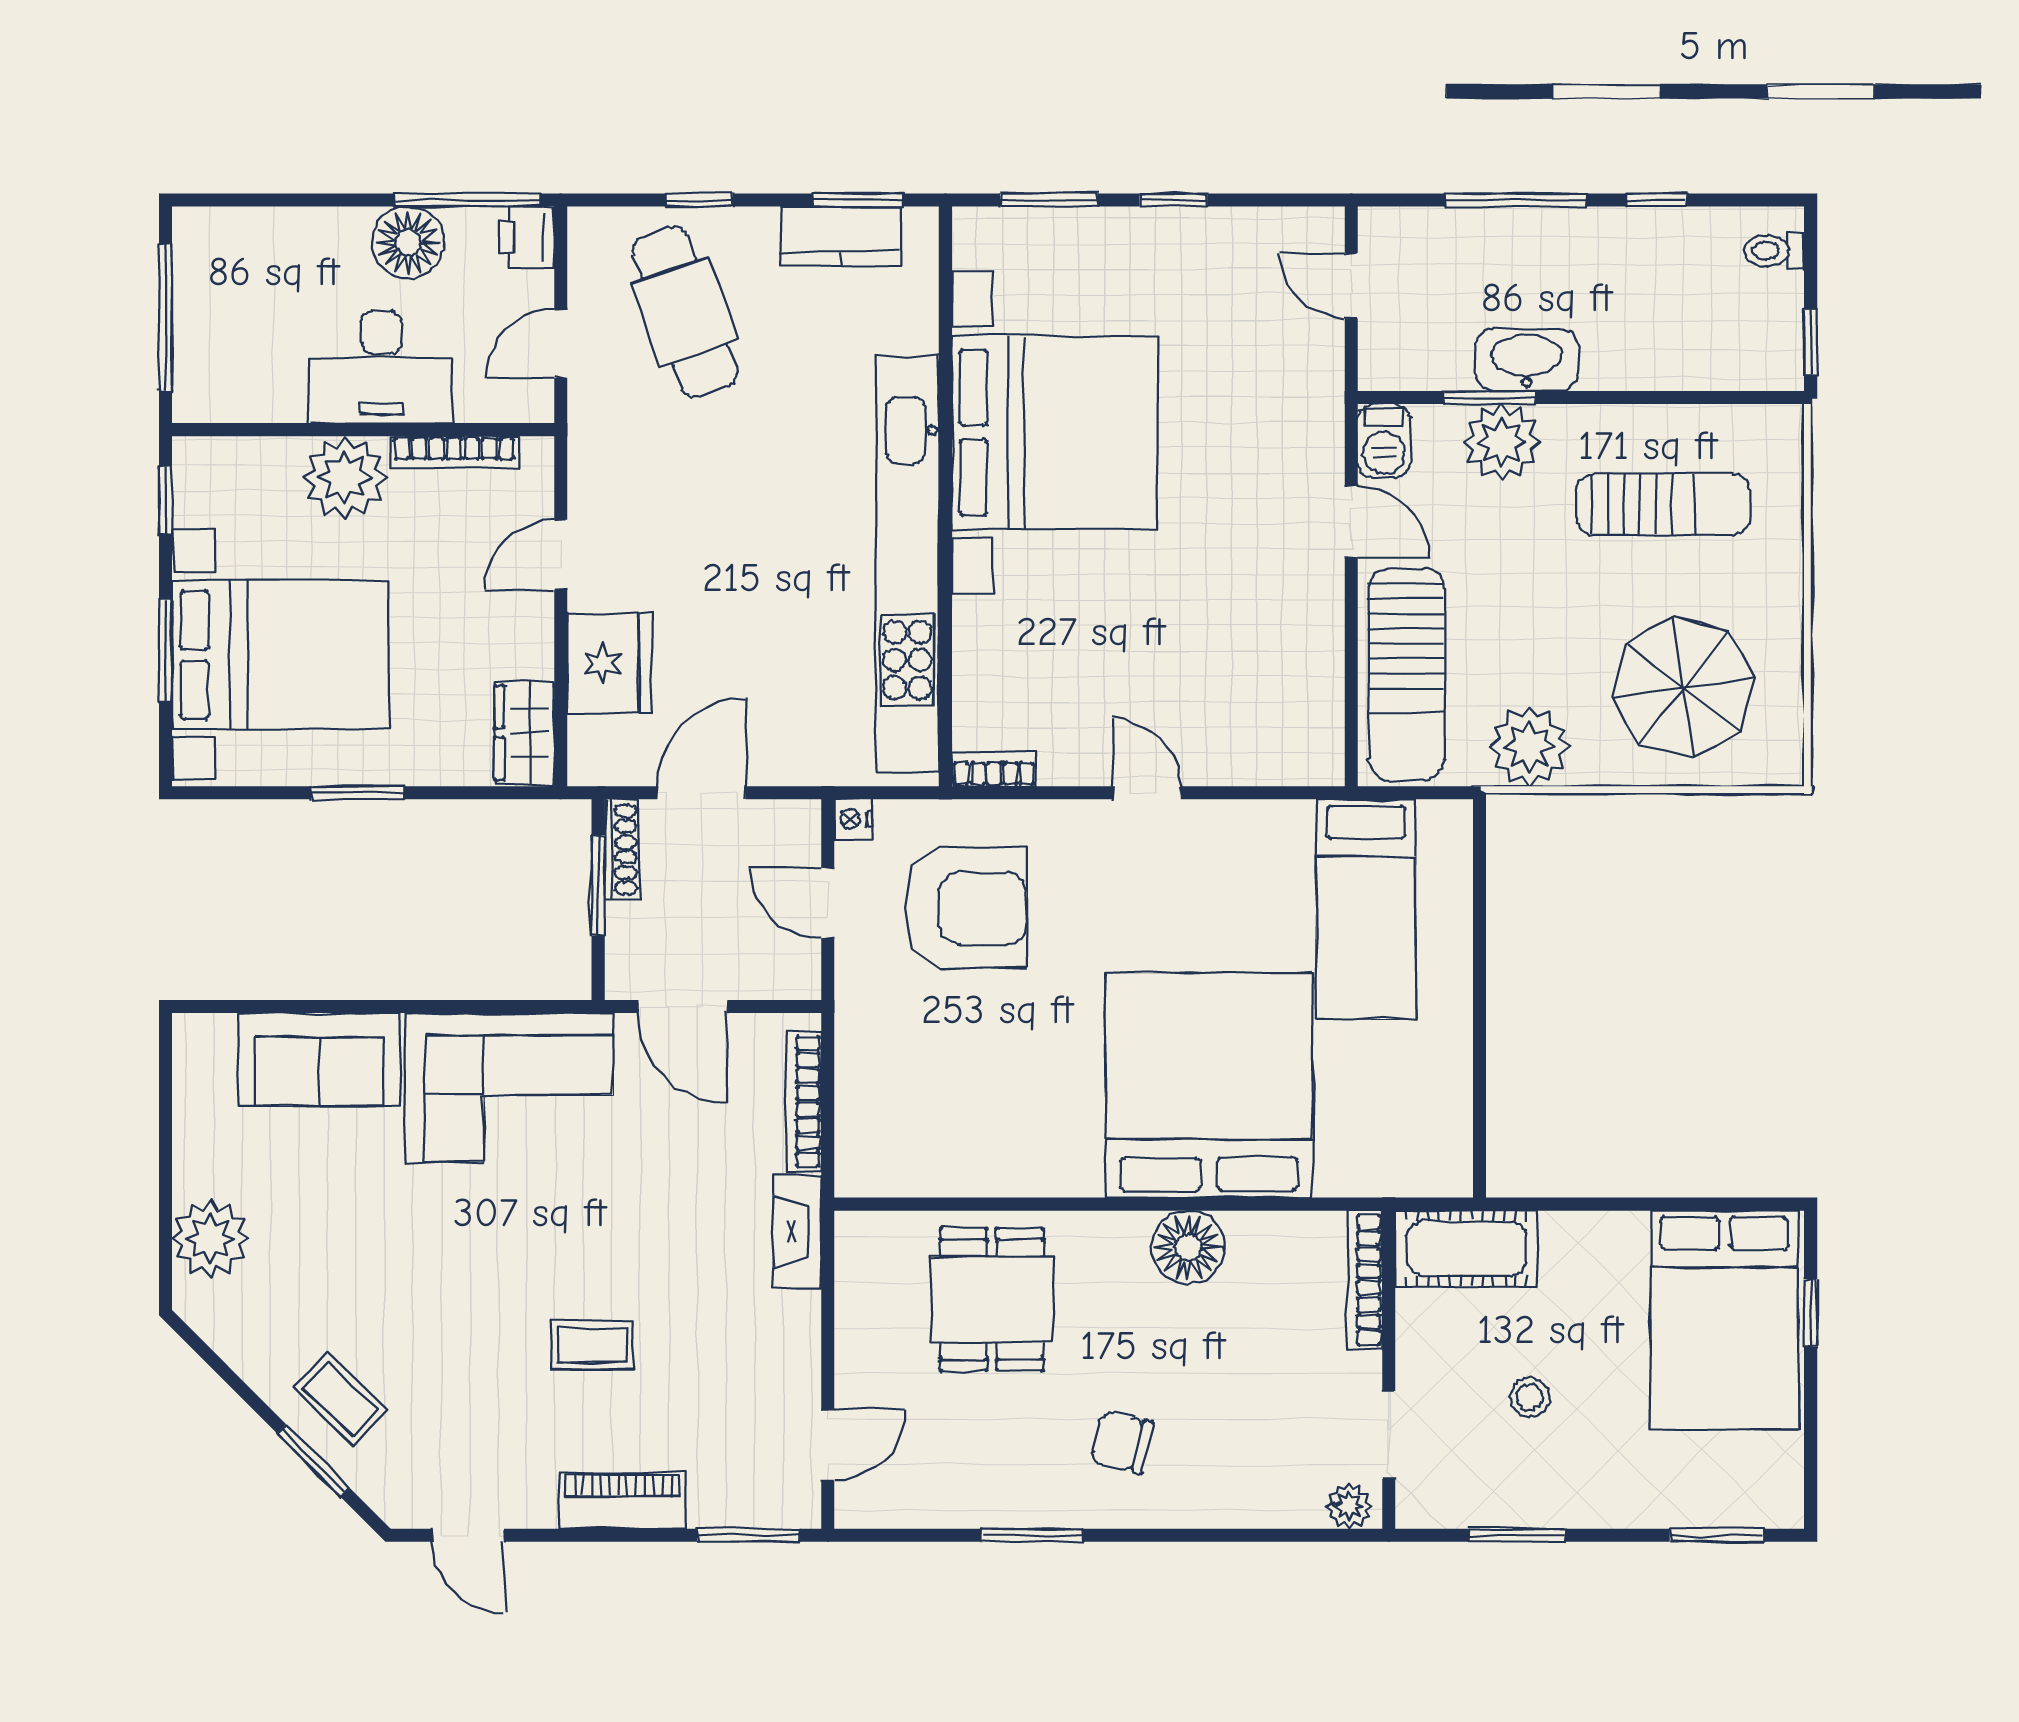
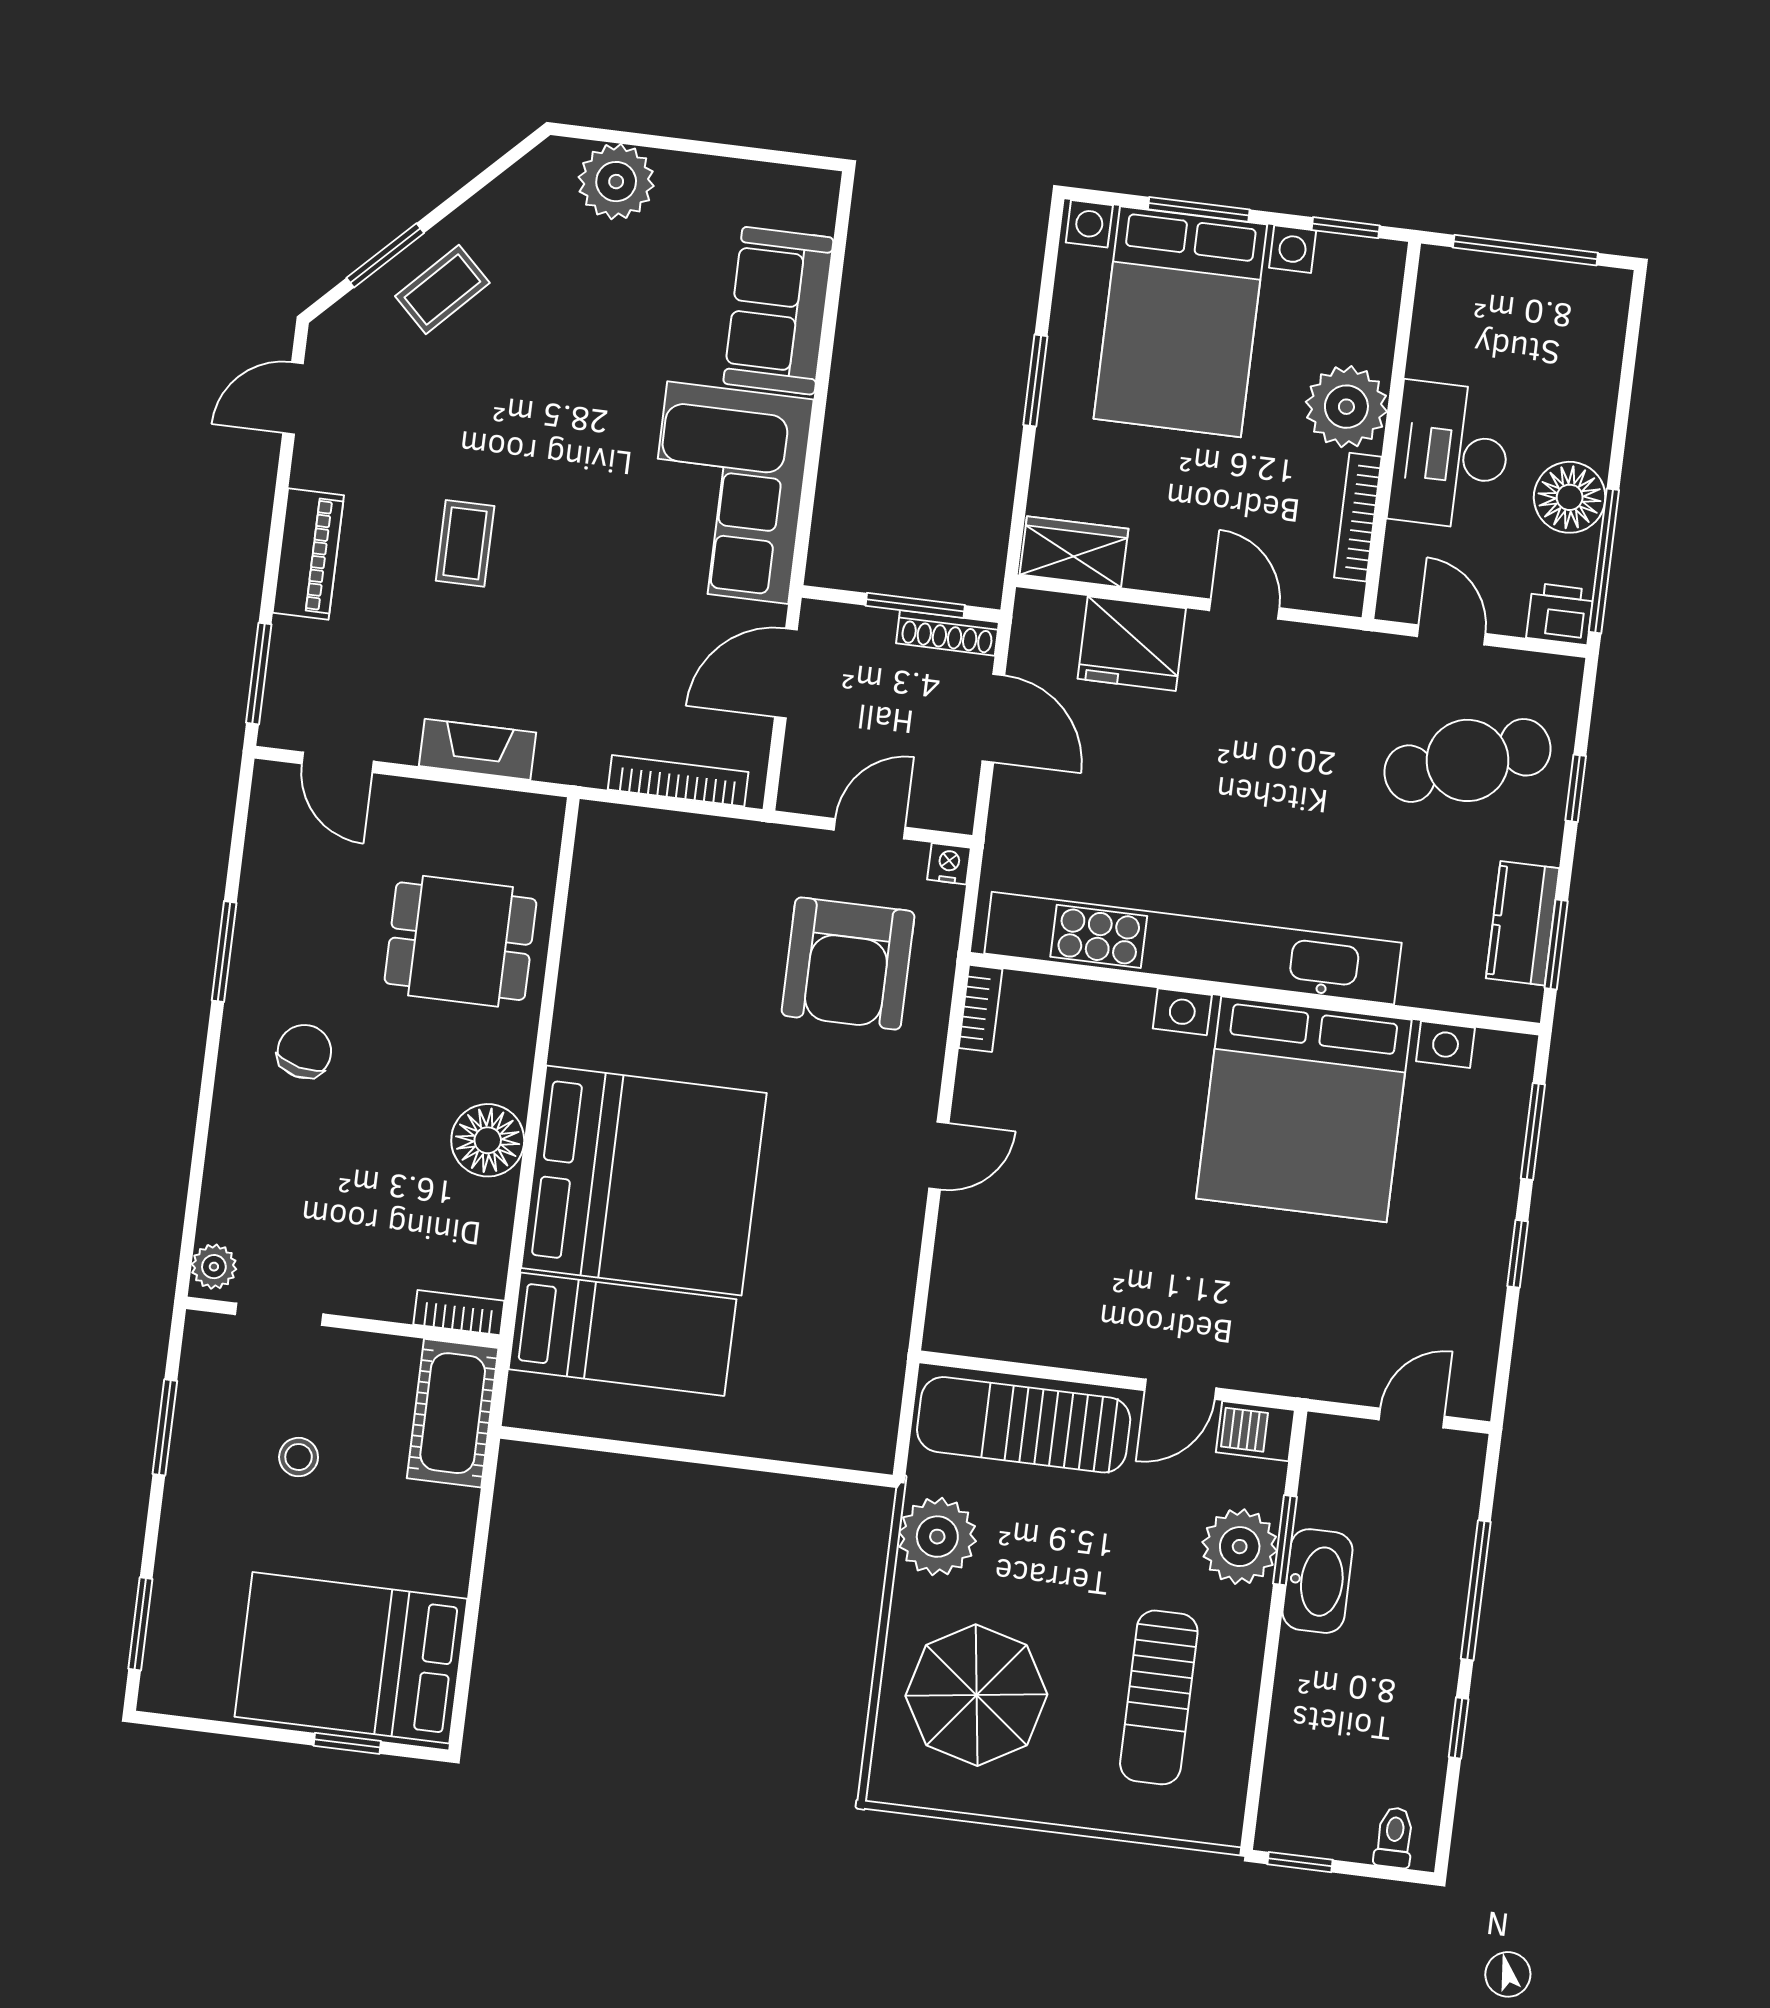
bed: (1366, 909) -> (622, 1334), moved, turned 180
fireplace: (797, 1232) -> (477, 749), moved
bookcase: (1365, 1280) -> (459, 1313), width x0.64

